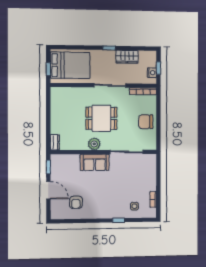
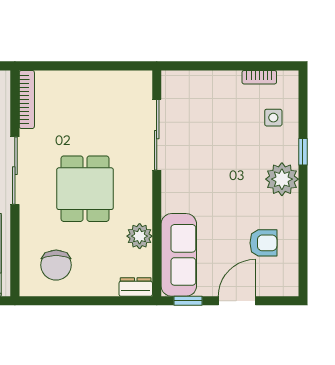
chair: (146, 122) -> (56, 265), moved
plant: (94, 144) -> (140, 236), moved
sofa: (95, 162) -> (179, 255), moved, width x1.36
plant: (106, 211) -> (282, 179), added

